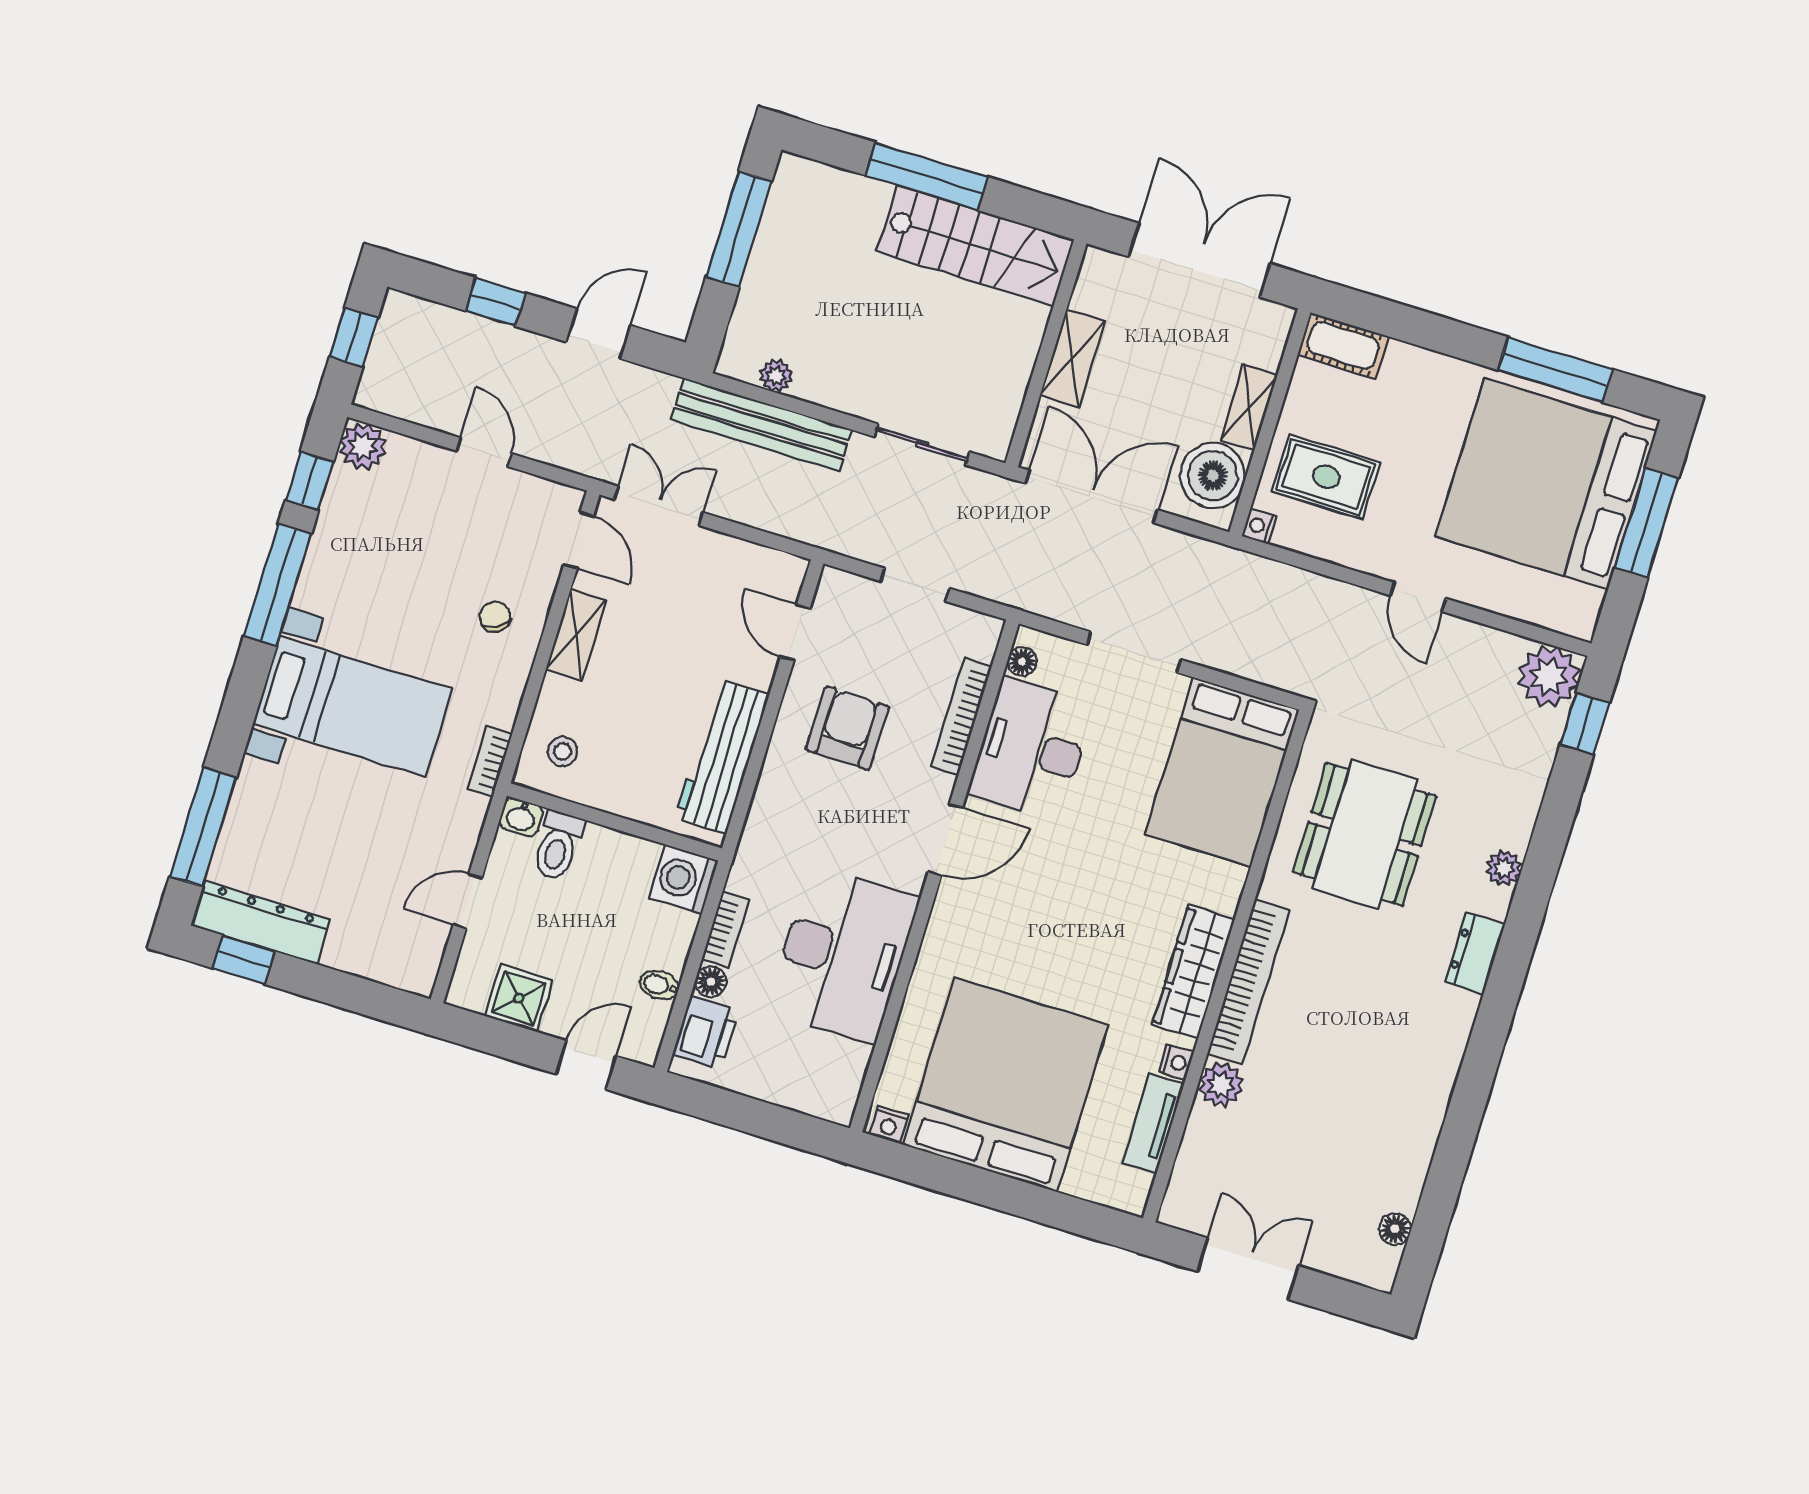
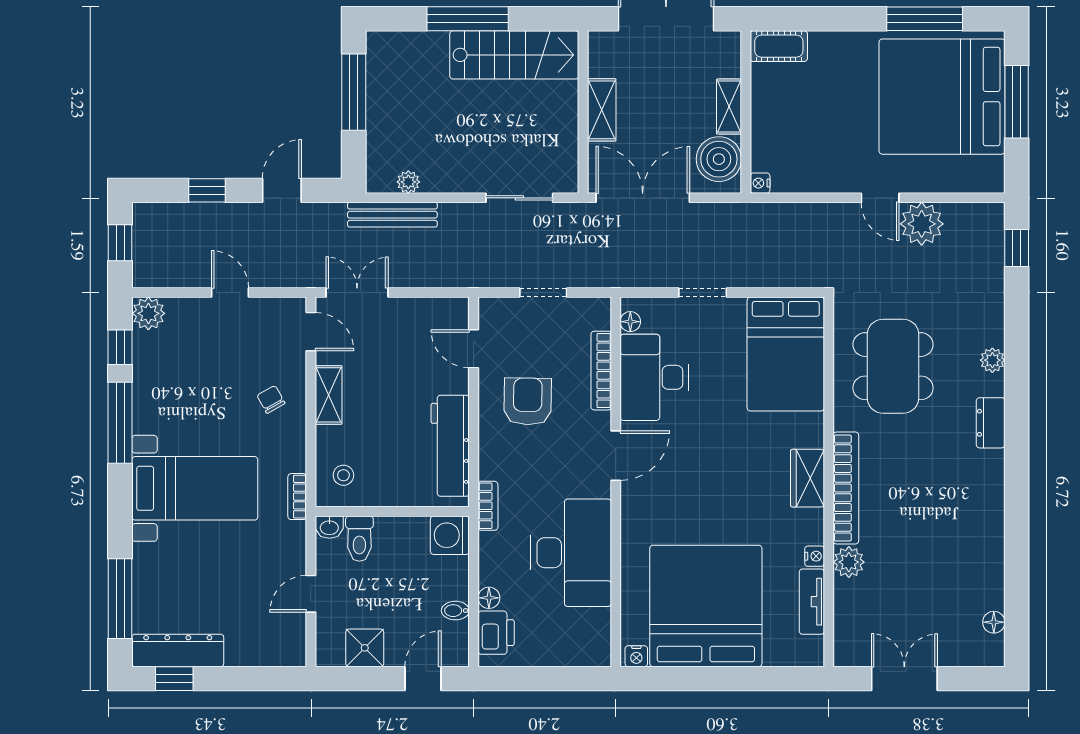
bench: (762, 425) -> (392, 215), width x0.73, depth x0.82
rug: (1326, 477) -> (794, 137), removed
doorway: (1134, 652) -> (703, 292), width x0.73
plant: (1549, 677) -> (922, 224), moved
bookcase: (725, 929) -> (488, 506), moved
wardrobe: (1194, 972) -> (807, 478), width x0.67

